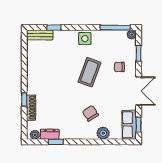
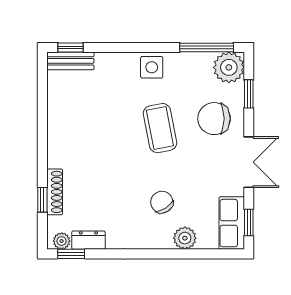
window: (54, 28) -> (71, 47), moved
plant: (132, 35) -> (229, 67), width x1.87, depth x1.87
chair: (119, 67) -> (214, 119), width x1.87, depth x1.87
coffee table: (89, 72) -> (160, 128), turned -31
window: (24, 100) -> (42, 200), moved
window: (56, 142) -> (71, 254), moved

